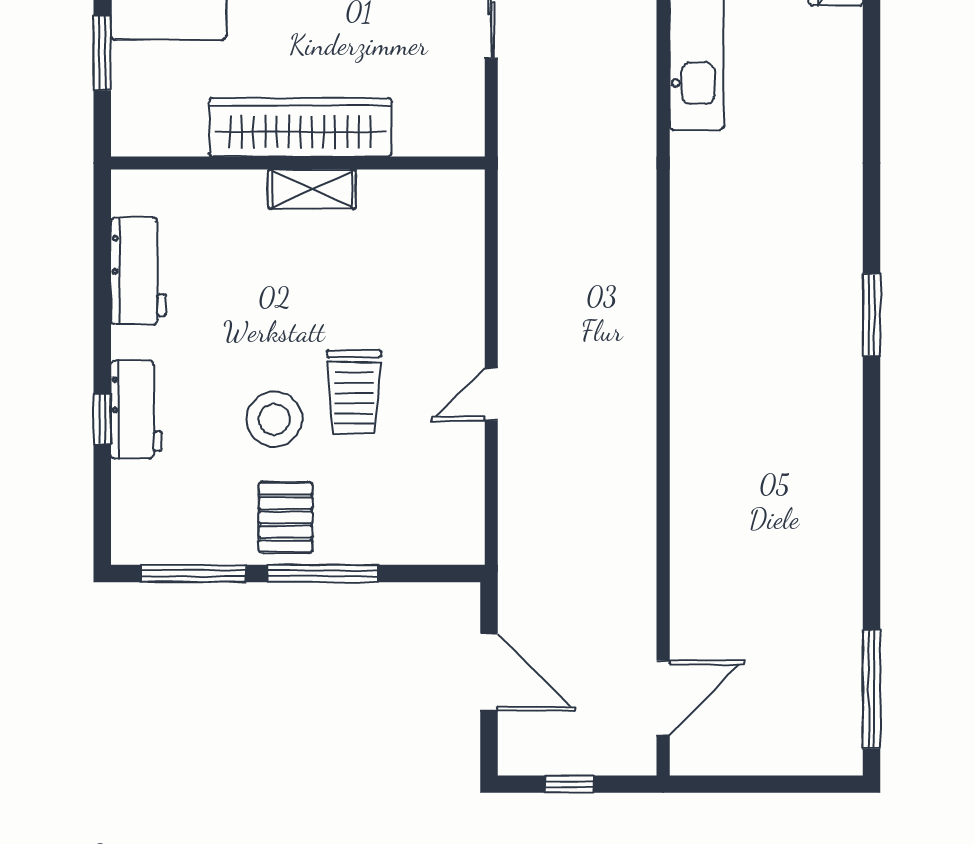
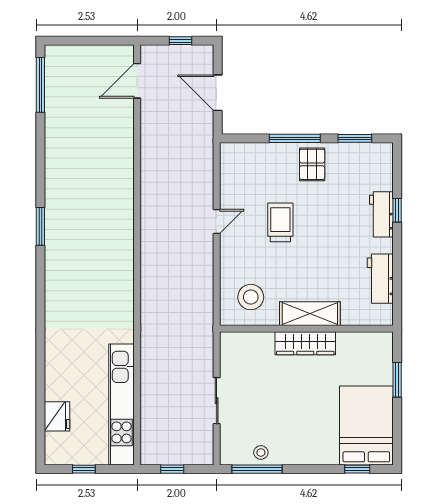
wardrobe: (300, 127) -> (305, 343), width x0.71, depth x0.85
shelving: (312, 189) -> (310, 314), width x1.50, depth x1.33
window: (872, 315) -> (40, 226), moved
stool: (274, 419) -> (251, 297), moved
window: (193, 574) -> (355, 138), width x0.69

